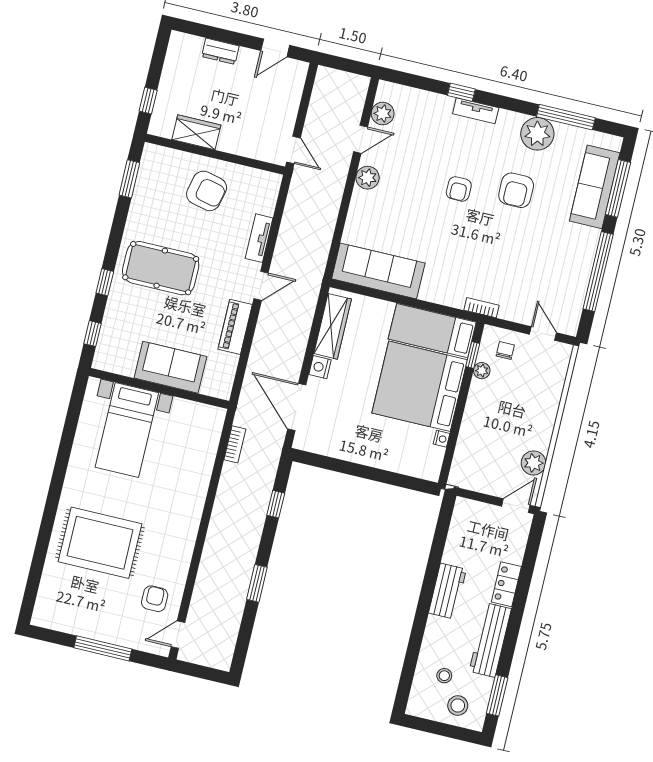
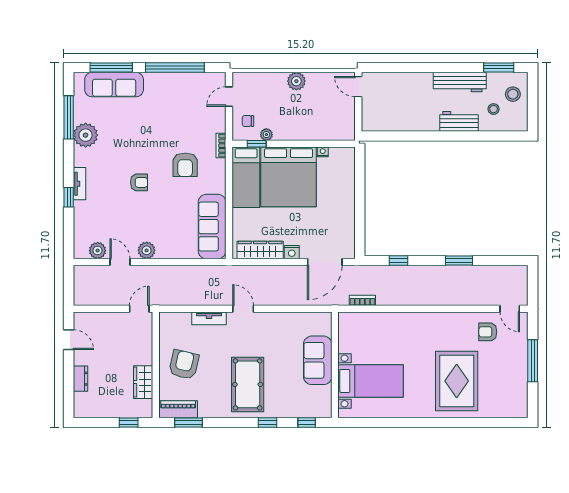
armchair: (516, 190) -> (185, 165), moved, turned 90
piano: (235, 327) -> (178, 409), moved, turned 180
plant: (534, 463) -> (296, 81), moved
locker: (506, 584) -> (417, 80), removed
workbench: (447, 591) -> (459, 121), moved

